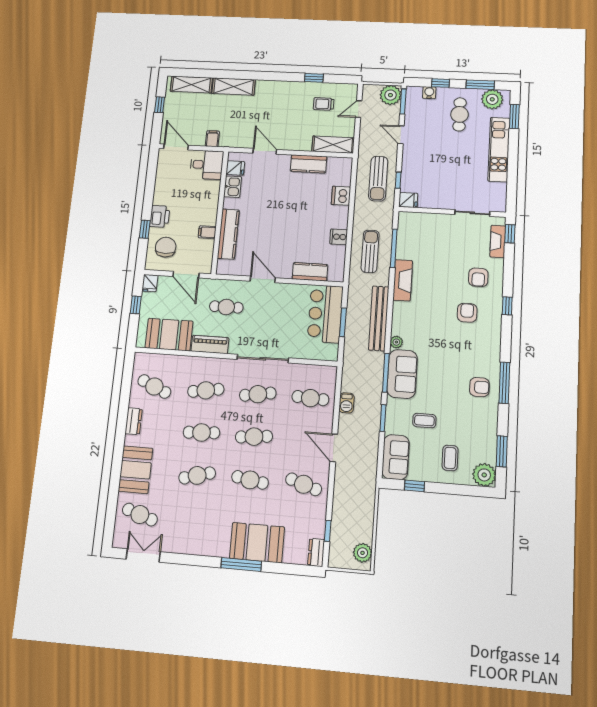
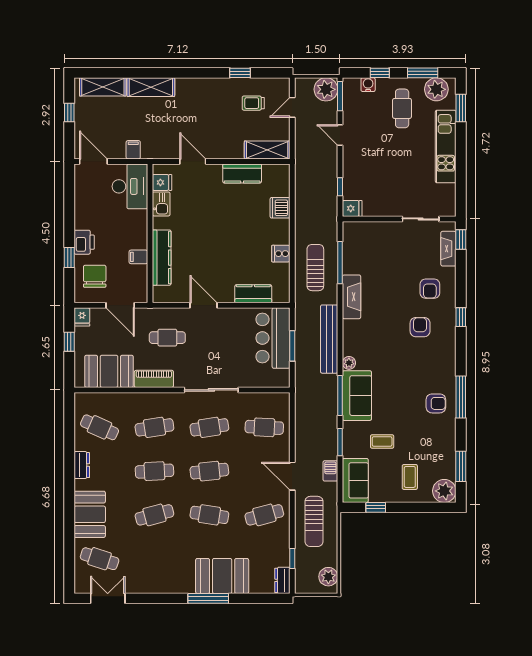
desk: (207, 165) -> (130, 186), width x1.37
sun lounger: (378, 179) -> (314, 521), moved
barbecue: (347, 403) -> (330, 471), moved, turned 180
cafe table: (304, 484) -> (264, 515), turned -33

